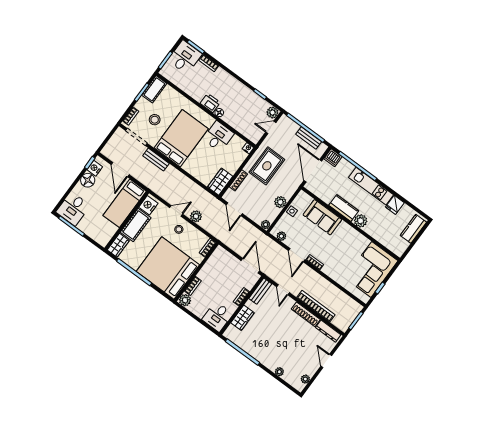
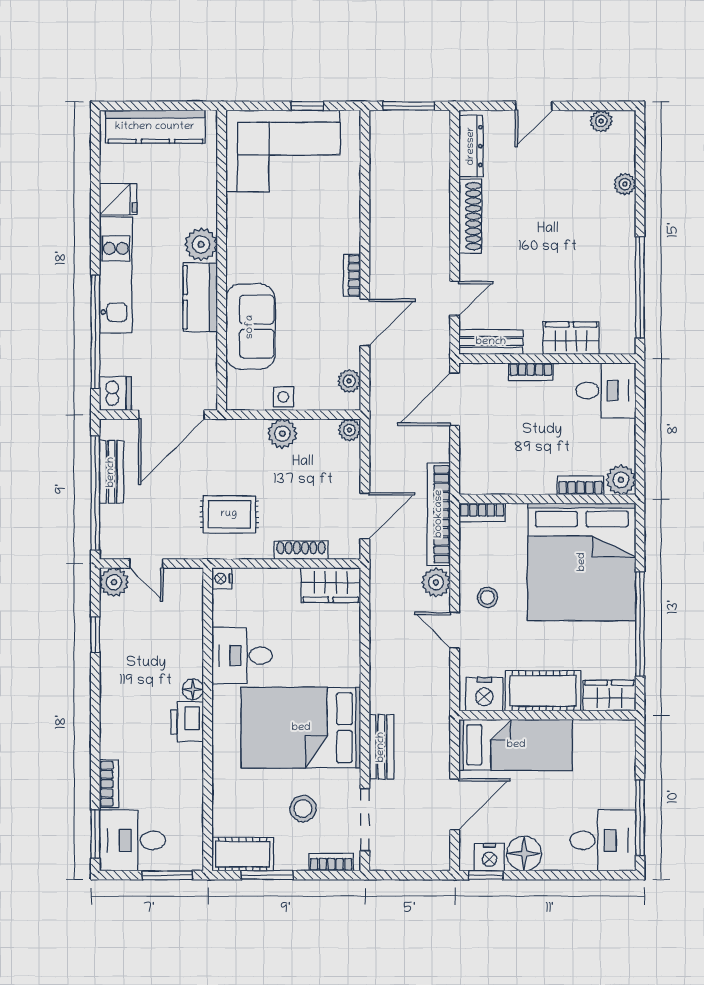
rug: (267, 166) -> (229, 514), width x0.73, depth x0.70
kitchen counter: (413, 229) -> (155, 127), width x1.50
bookcase: (316, 306) -> (439, 514), moved

